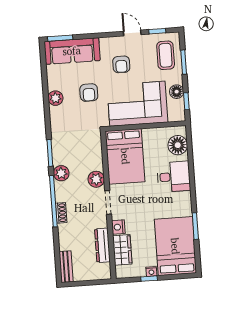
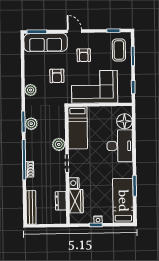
door: (132, 33) -> (74, 31), moved
floor lamp: (177, 92) -> (126, 79), removed
plant: (55, 98) -> (31, 90), moved
bed: (125, 156) -> (78, 128), width x0.67
plant: (61, 173) -> (31, 124), moved
desk: (174, 177) -> (120, 146), width x1.37
dresser: (102, 245) -> (61, 201), width x0.70
bed: (175, 246) -> (123, 201), width x0.67
bench: (66, 267) -> (31, 207), width x1.36

